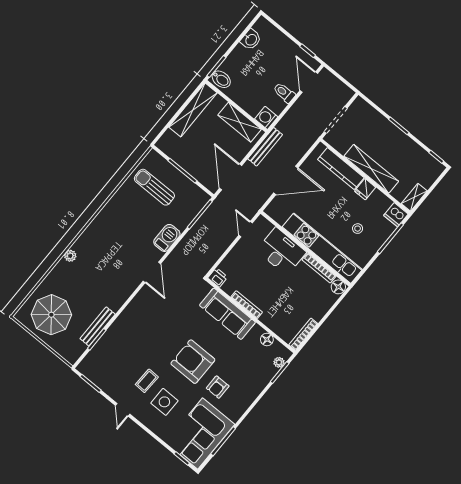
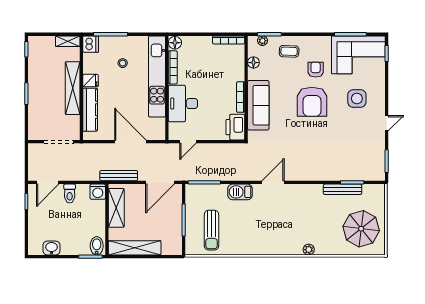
printer: (218, 278) -> (235, 127), width x1.87, depth x1.48
coffee table: (147, 381) -> (289, 51), moved
armchair: (218, 387) -> (316, 70), turned -90

